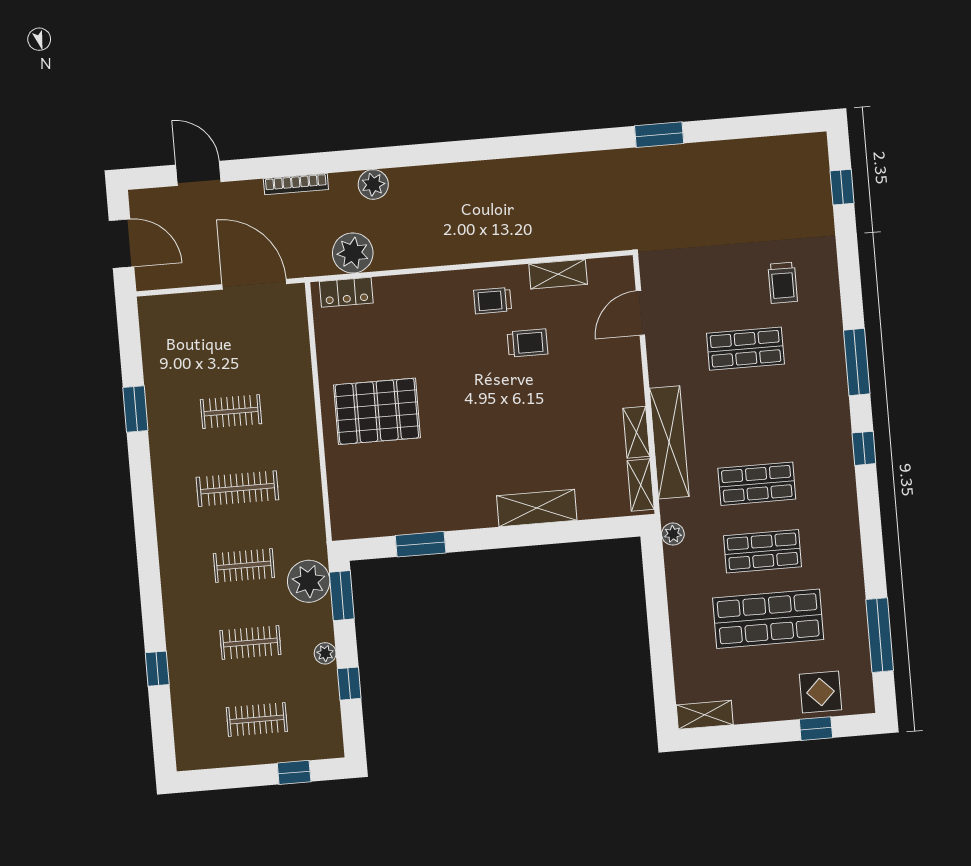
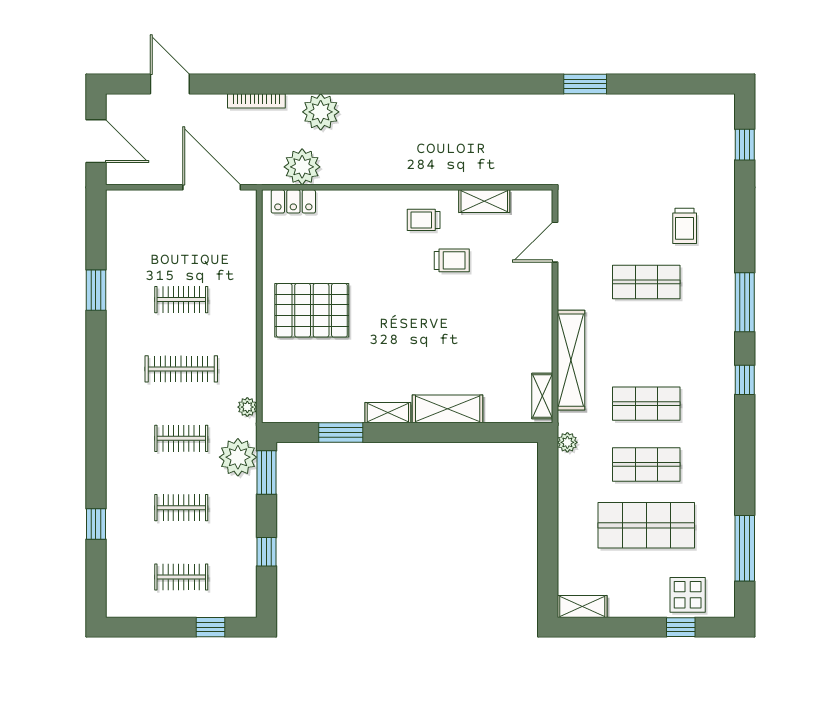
plant: (373, 184) -> (321, 112), width x1.36, depth x1.36
shelving: (636, 432) -> (388, 413), moved, turned 90
plant: (325, 653) -> (247, 407), moved

